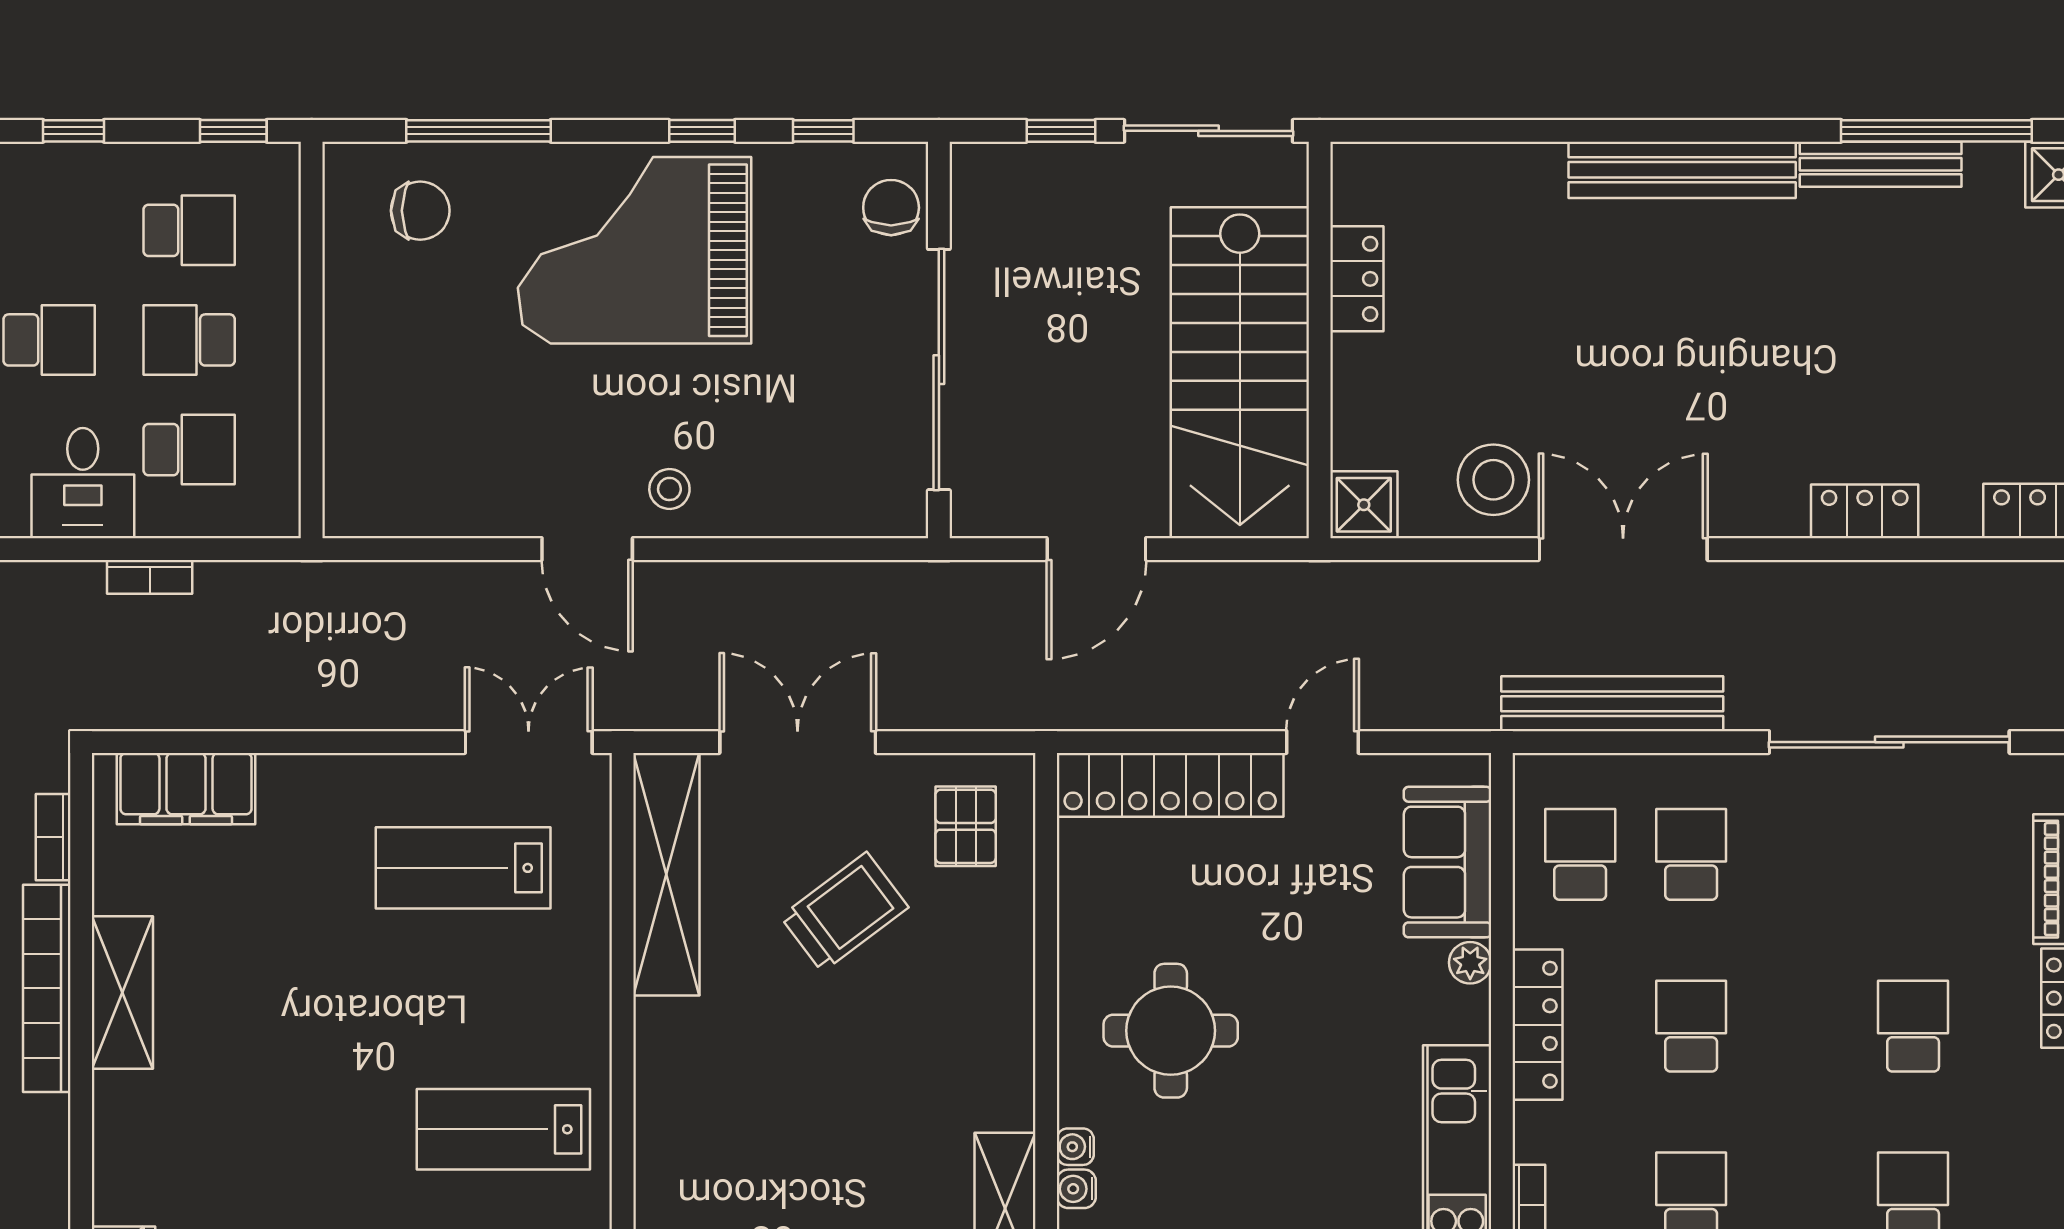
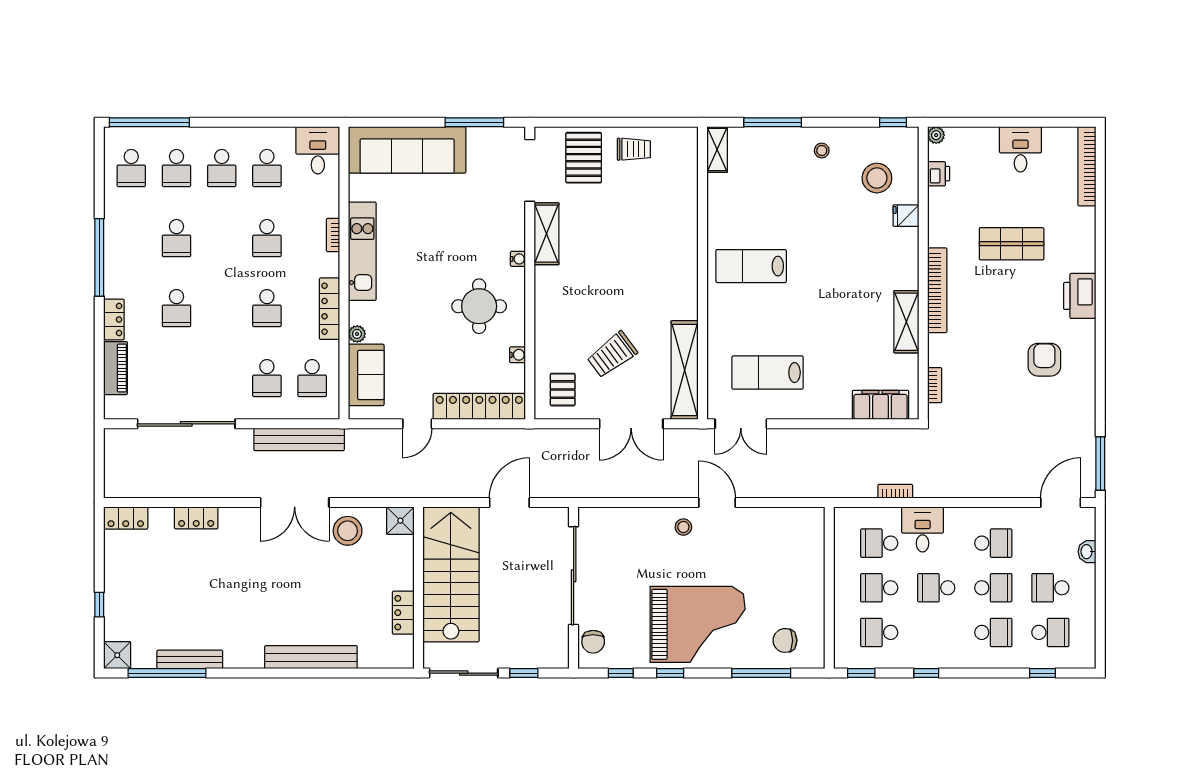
bench: (1682, 170) -> (311, 657), moved
school desk: (189, 340) -> (879, 588), turned 180
lab bench: (463, 868) -> (768, 373), turned 180
bookcase: (47, 988) -> (937, 290), moved
lab bench: (503, 1129) -> (751, 266), turned 180
water cooler: (1076, 1189) -> (518, 355), moved

